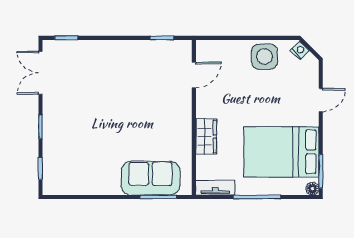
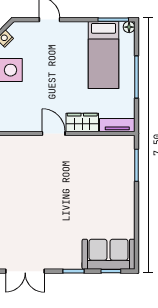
door: (194, 75) -> (54, 133), moved
bed: (281, 152) -> (104, 55), width x0.67
sofa: (150, 178) -> (109, 254), moved, turned 90
tv unit: (215, 188) -> (117, 125), moved, turned 90

